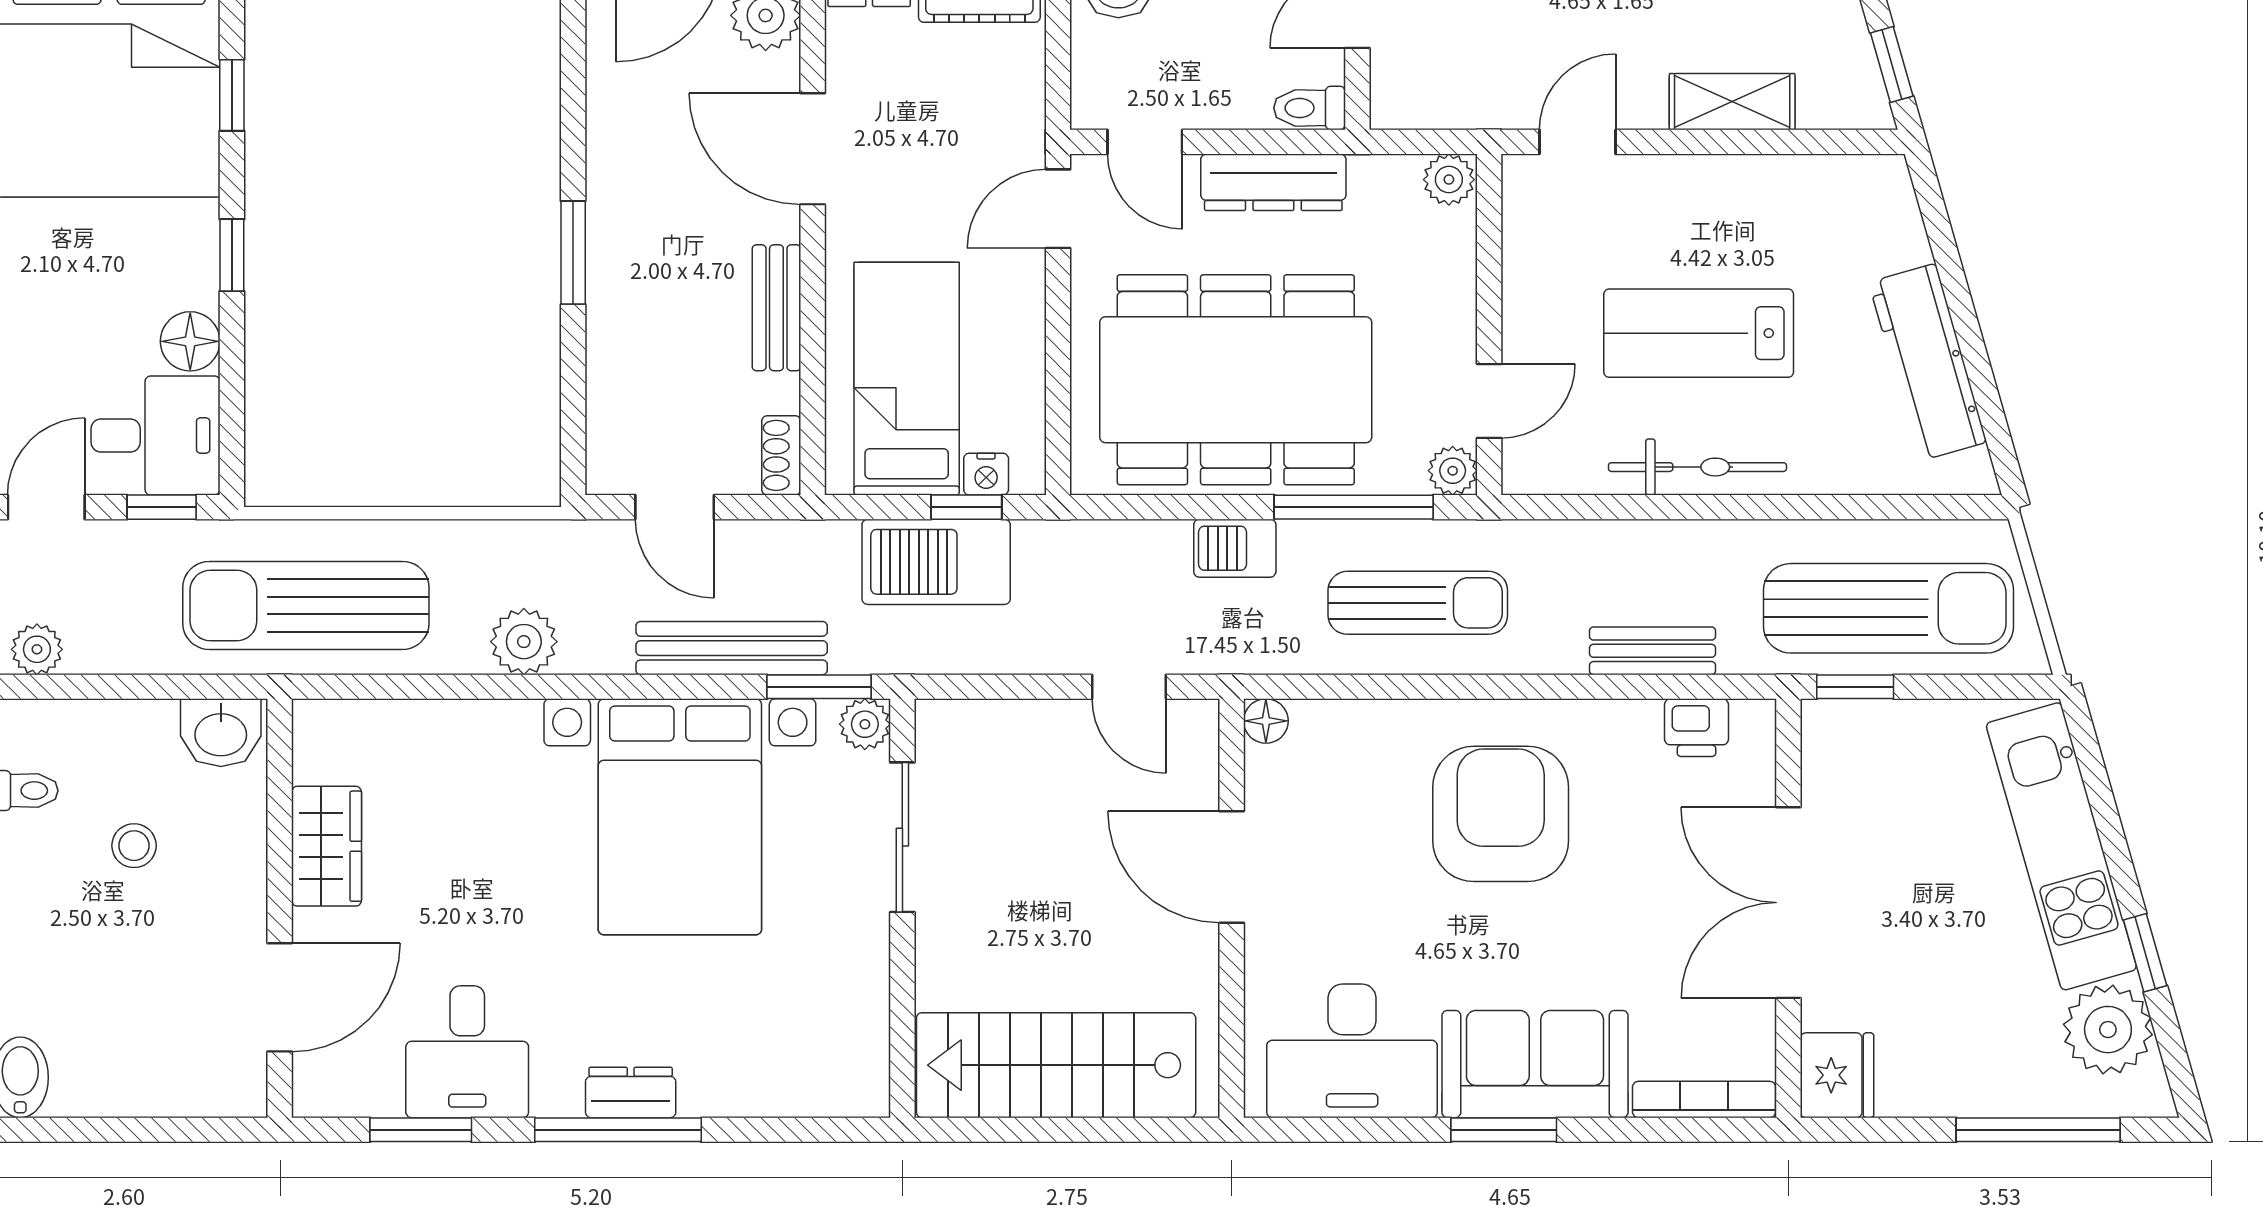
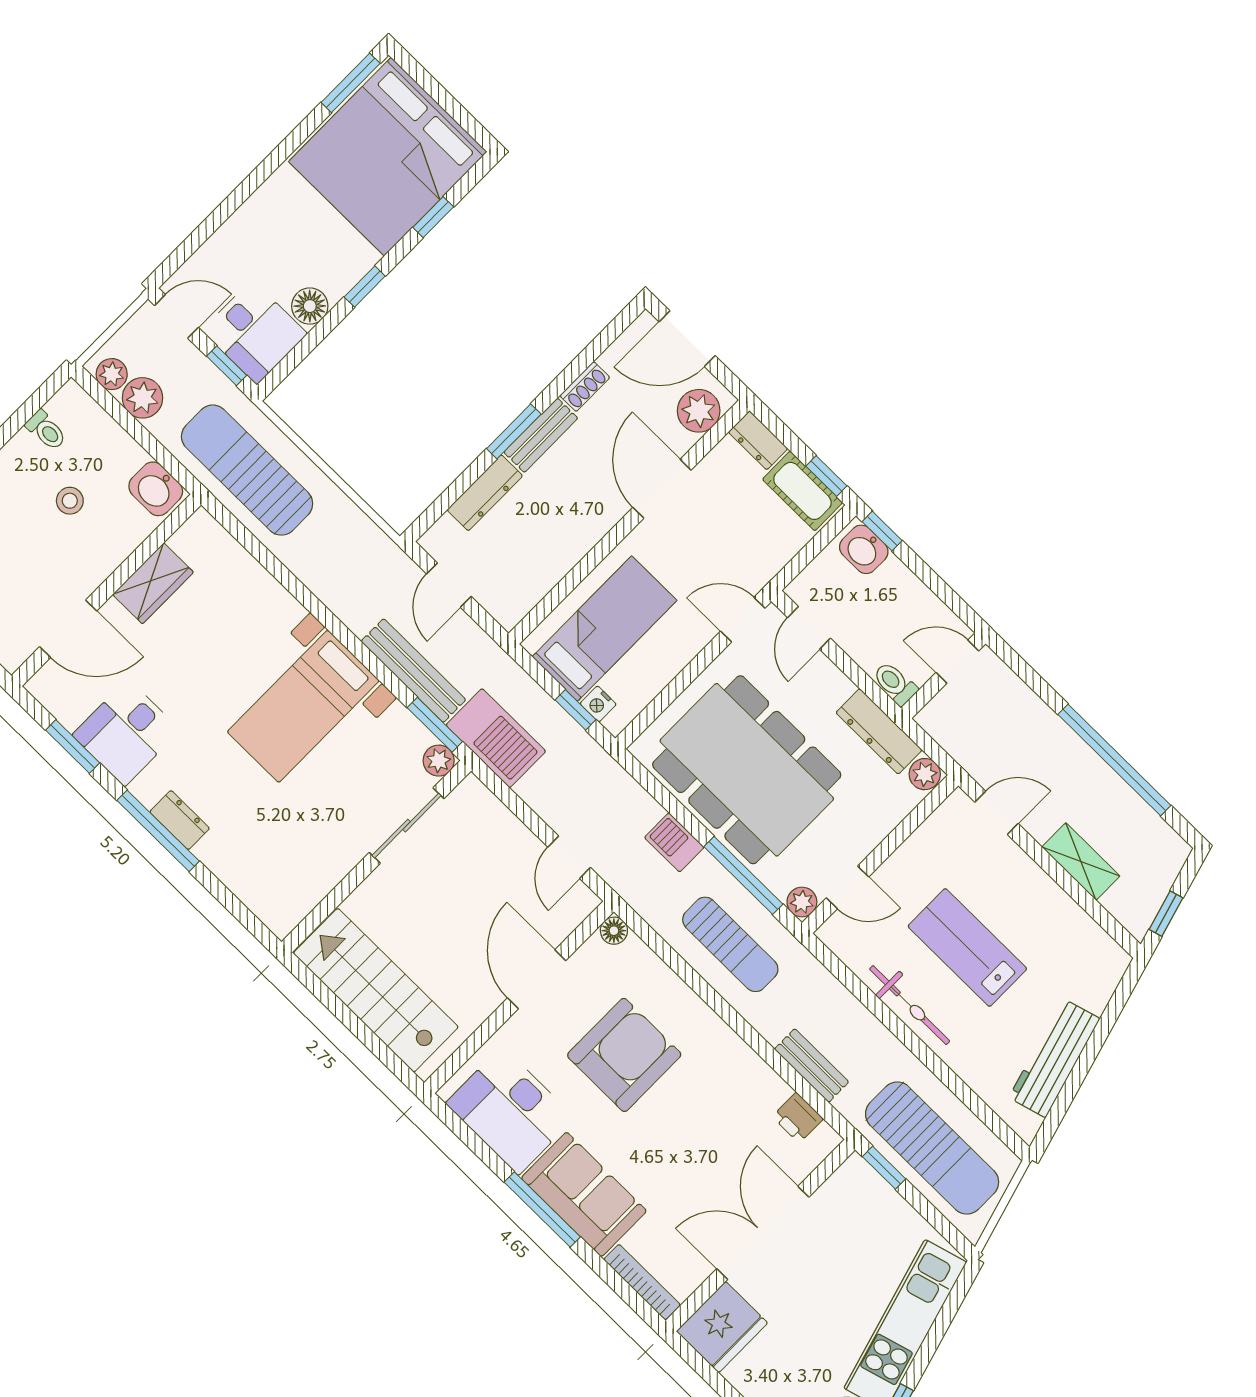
dresser: (1273, 182) -> (879, 731), moved
bench: (776, 308) -> (541, 435), moved
dresser: (610, 358) -> (485, 493), added
shoe rack: (781, 455) -> (585, 386), moved, turned 180
barbecue: (936, 562) -> (496, 738), moved, turned 180
plant: (524, 642) -> (142, 398), moved
armchair: (1501, 814) -> (624, 1055), moved
bed with nightstands: (680, 817) -> (303, 706), width x0.73
fridge: (1837, 1075) -> (722, 1327), width x1.36, depth x1.34
window: (1504, 1130) -> (542, 1210), width x1.44

